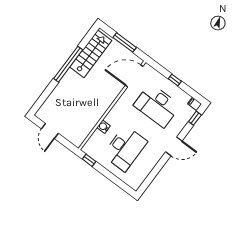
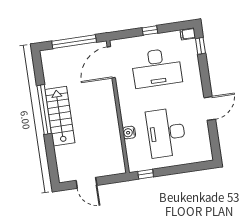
window: (125, 42) -> (74, 42), width x1.46
stairs: (91, 54) -> (60, 116), moved
door: (174, 146) -> (210, 108), moved
desk: (125, 148) -> (166, 133), turned 180

